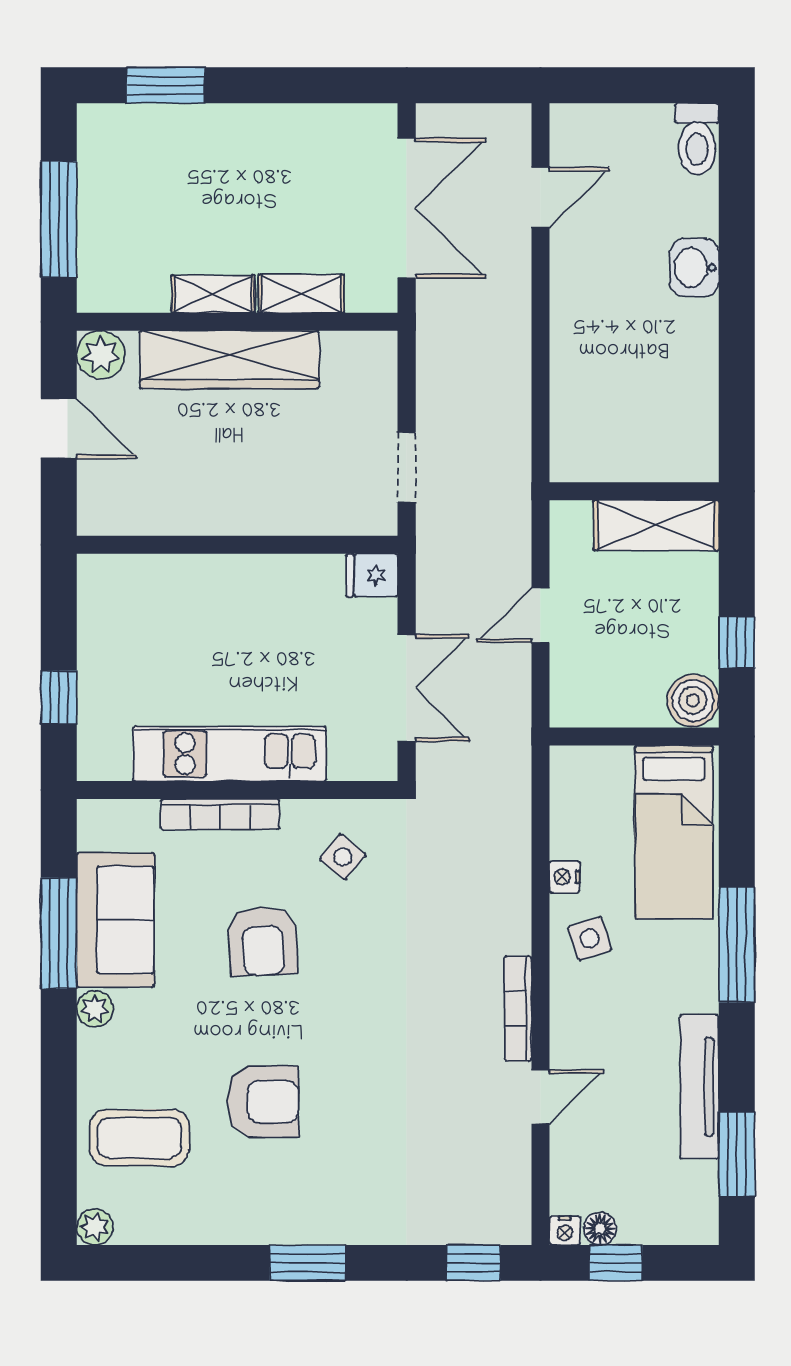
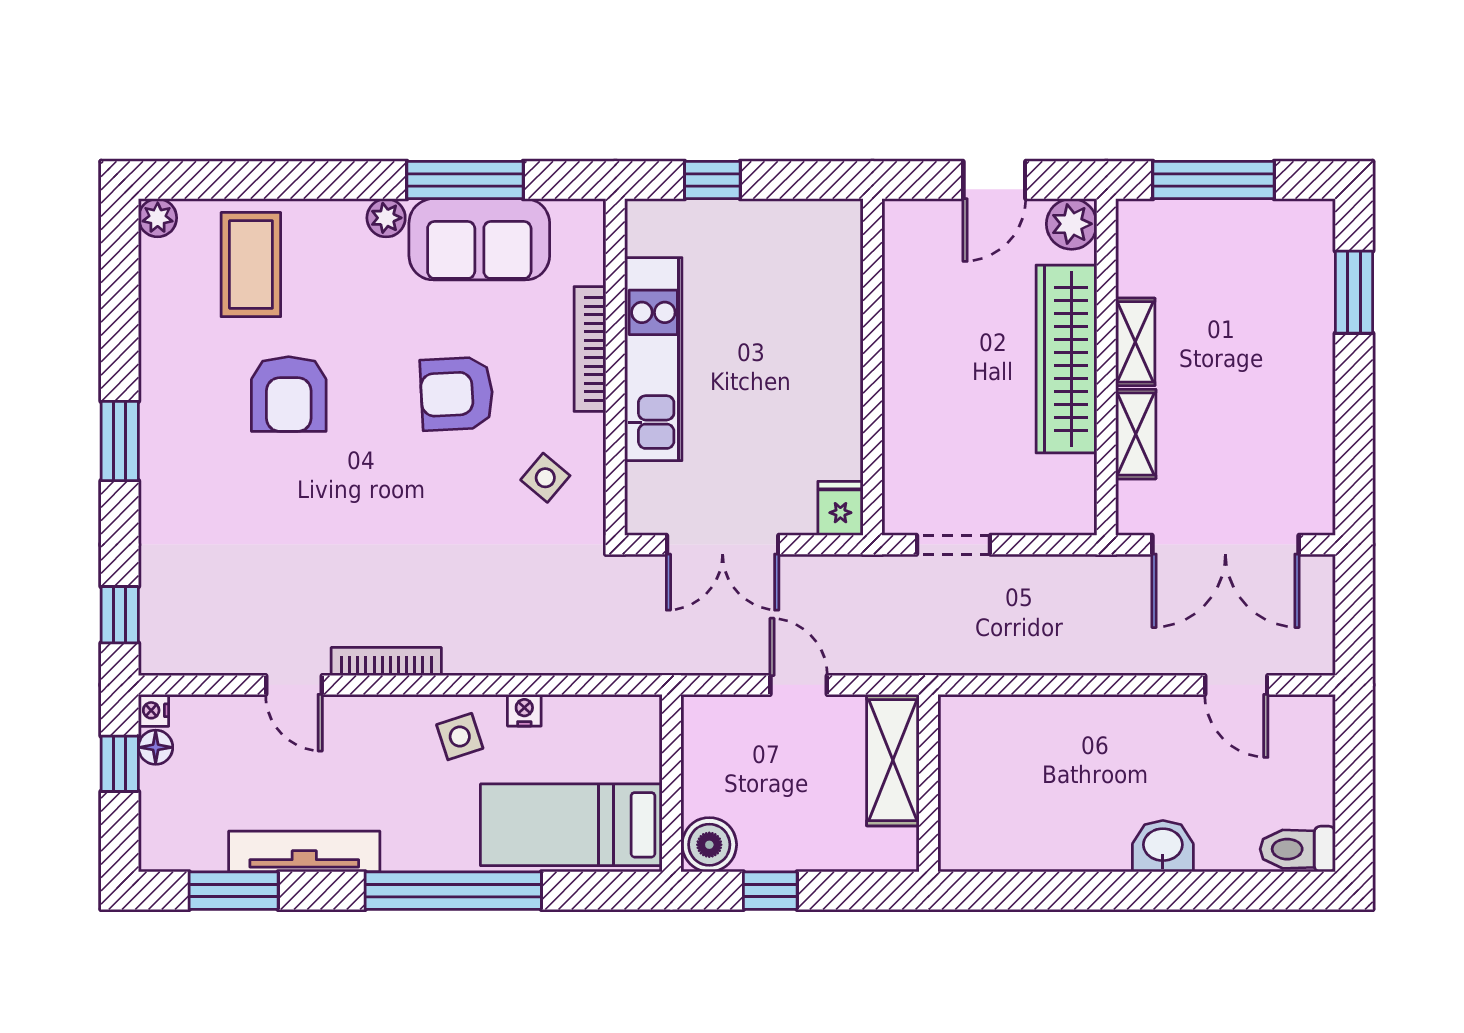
shelving: (656, 525) -> (893, 760), moved
window: (737, 945) -> (453, 891), width x1.46

